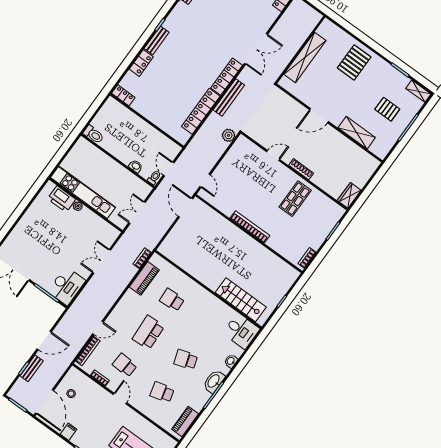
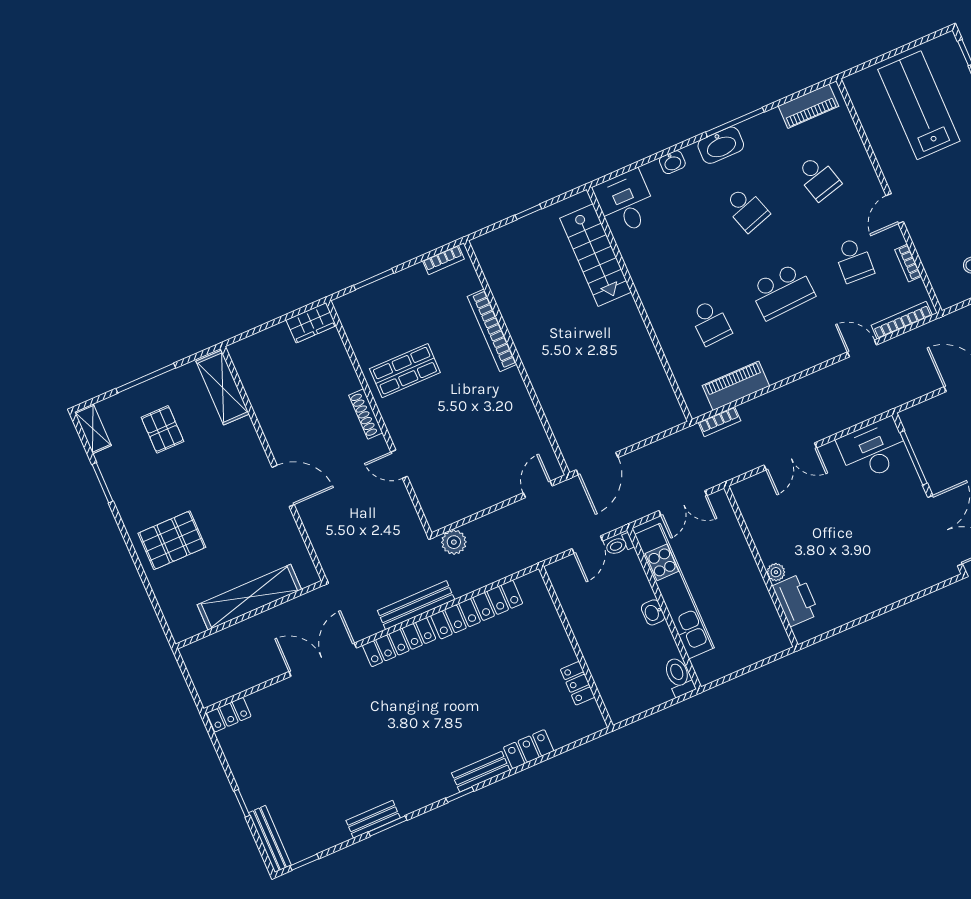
locker: (123, 95) -> (578, 683), moved
shelving: (357, 133) -> (223, 388), moved
washbasin: (136, 166) -> (653, 612), moved
kitchen unit: (83, 192) -> (674, 591), moved, turned 180
bookcase: (250, 227) -> (492, 330), moved

